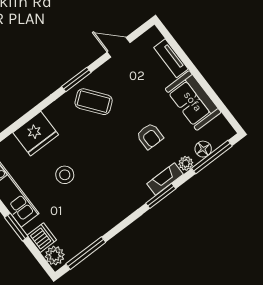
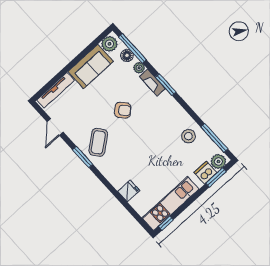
tv unit: (171, 58) -> (55, 90), width x1.41
plant: (220, 128) -> (109, 44), added
fridge: (36, 134) -> (129, 191), width x0.53, depth x0.75
armchair: (150, 136) -> (123, 110), moved, turned 48
stool: (65, 175) -> (188, 136), moved
window: (16, 227) -> (216, 177), moved

